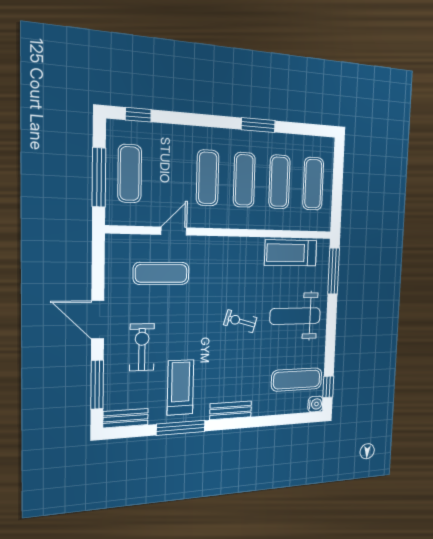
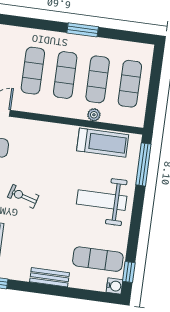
plant: (279, 223) -> (94, 115), added
treadmill: (291, 253) -> (103, 143), turned 180
exercise bike: (240, 321) -> (23, 196), moved
bench: (231, 410) -> (49, 277), moved

